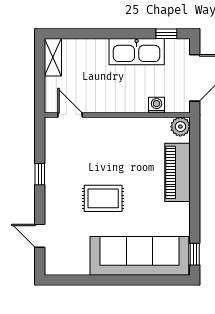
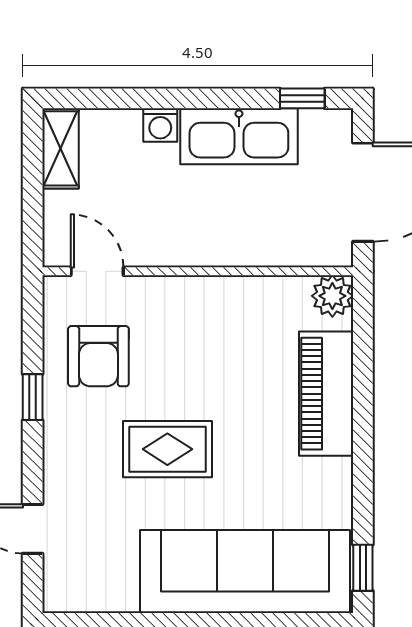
washing machine: (157, 105) -> (160, 125), moved, turned 180
armchair: (71, 155) -> (98, 356), added

